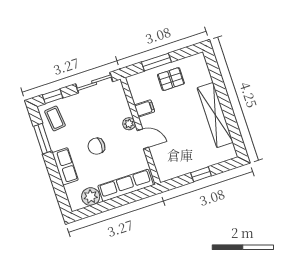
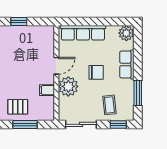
coffee table: (55, 118) -> (109, 105), moved
plant: (129, 124) -> (68, 86), width x1.88, depth x1.88
door: (143, 139) -> (56, 66), swing flipped
plant: (91, 197) -> (126, 33), moved

